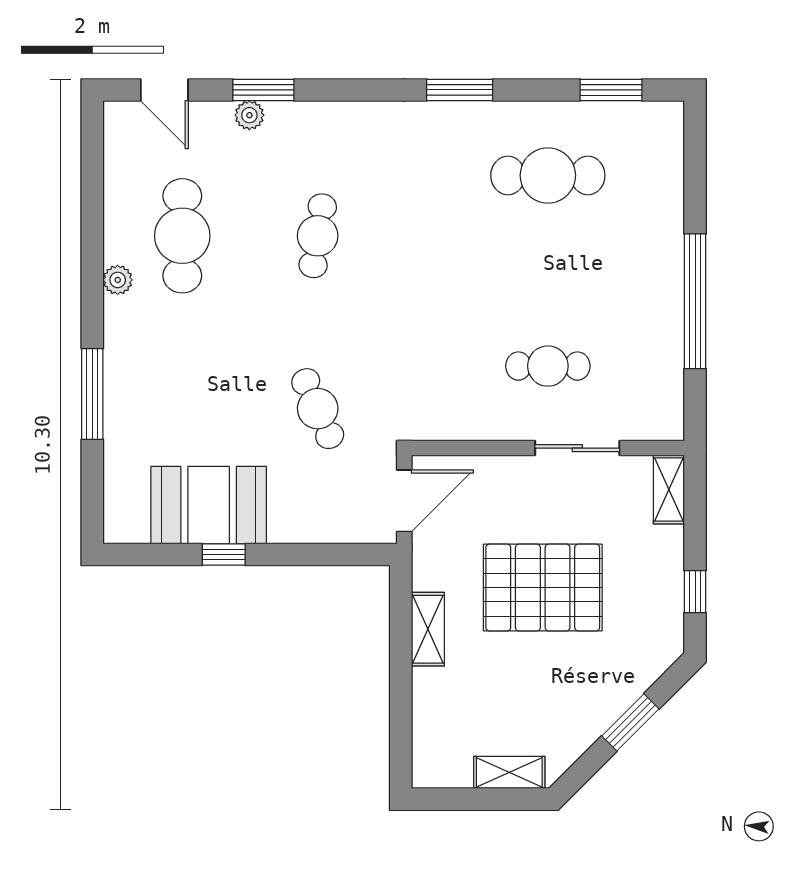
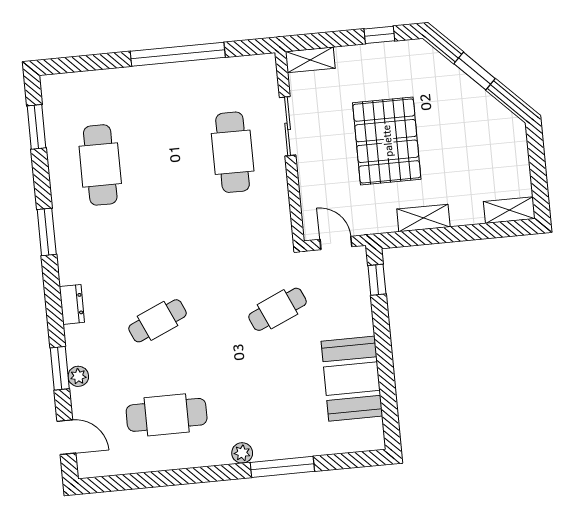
door: (164, 90) -> (66, 437), hinge flipped
dresser: (353, 116) -> (72, 304), added
cafe table: (318, 236) -> (157, 321), turned -33
plant: (118, 280) -> (242, 453), moved
cafe table: (548, 366) -> (233, 152), width x1.37, depth x1.35
door: (404, 501) -> (336, 243), width x0.73
window: (224, 554) -> (377, 280), moved
shelving: (509, 772) -> (509, 210), moved, turned 90

